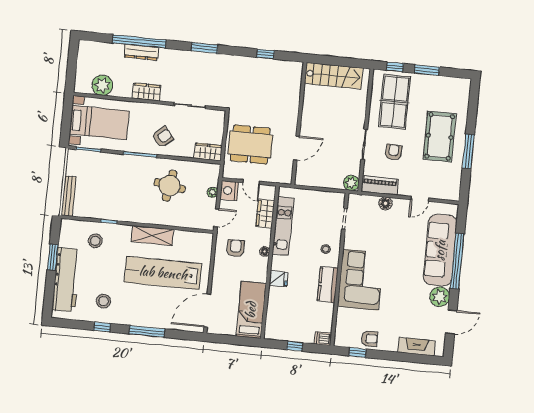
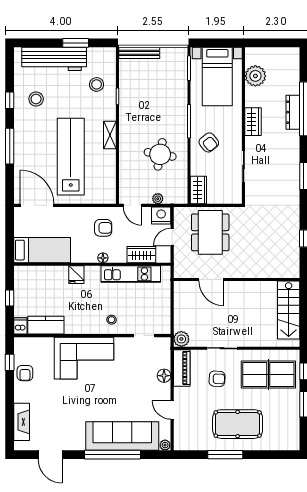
shelving: (152, 235) -> (110, 135), width x0.67, depth x0.75
kitchen counter: (328, 285) -> (46, 325), moved
plant: (440, 297) -> (165, 445), moved, width x0.53, depth x0.53

